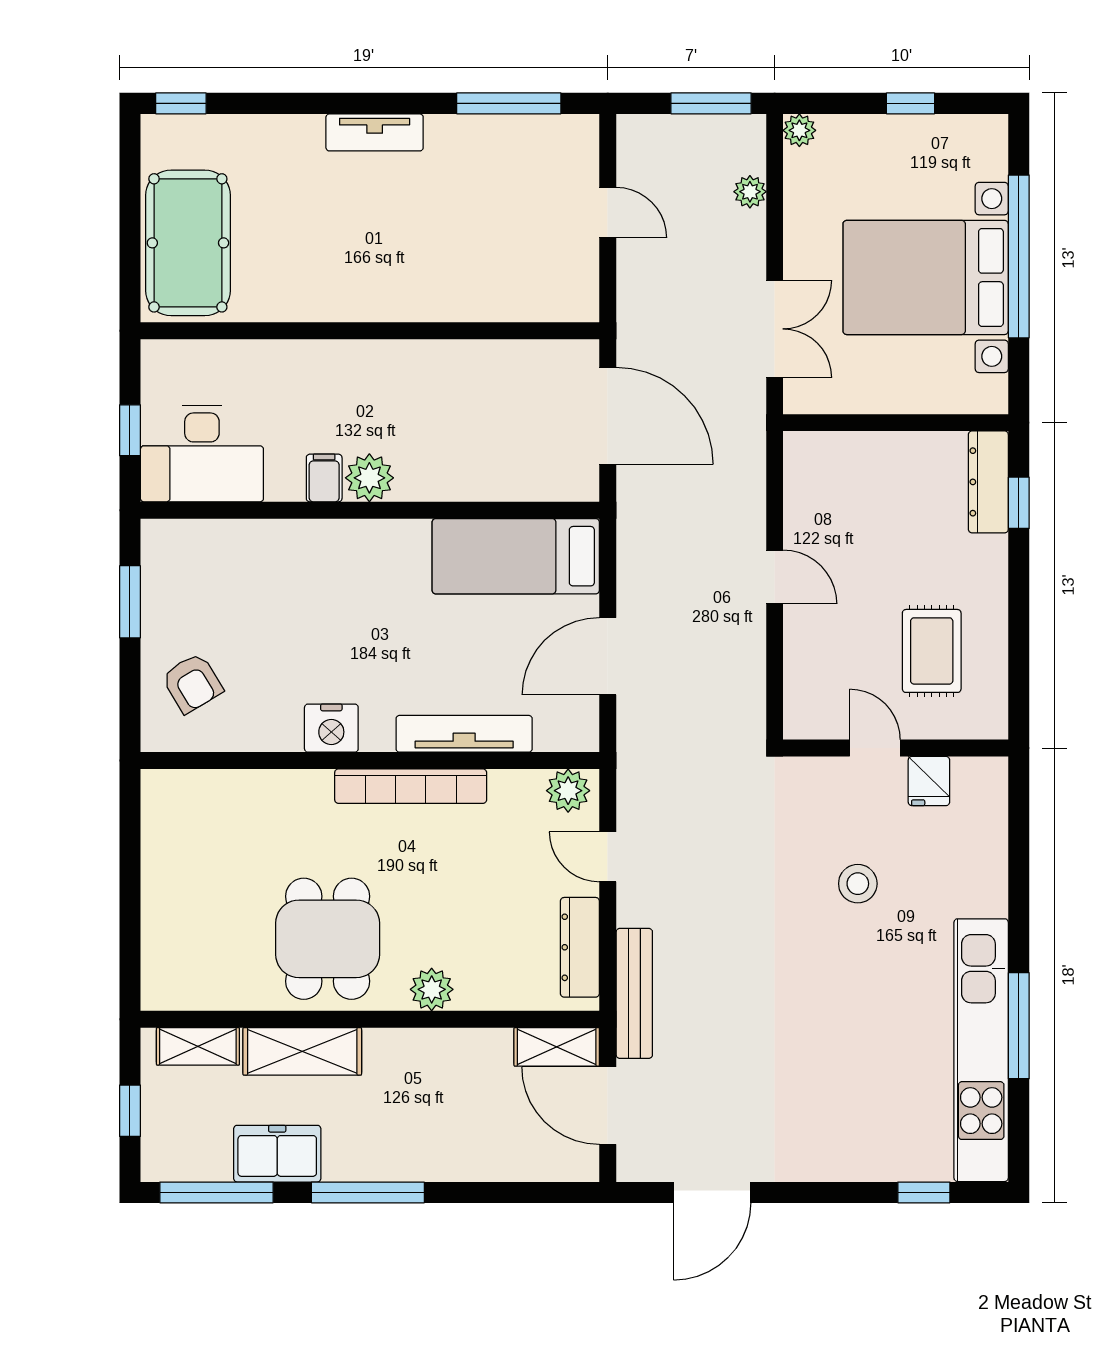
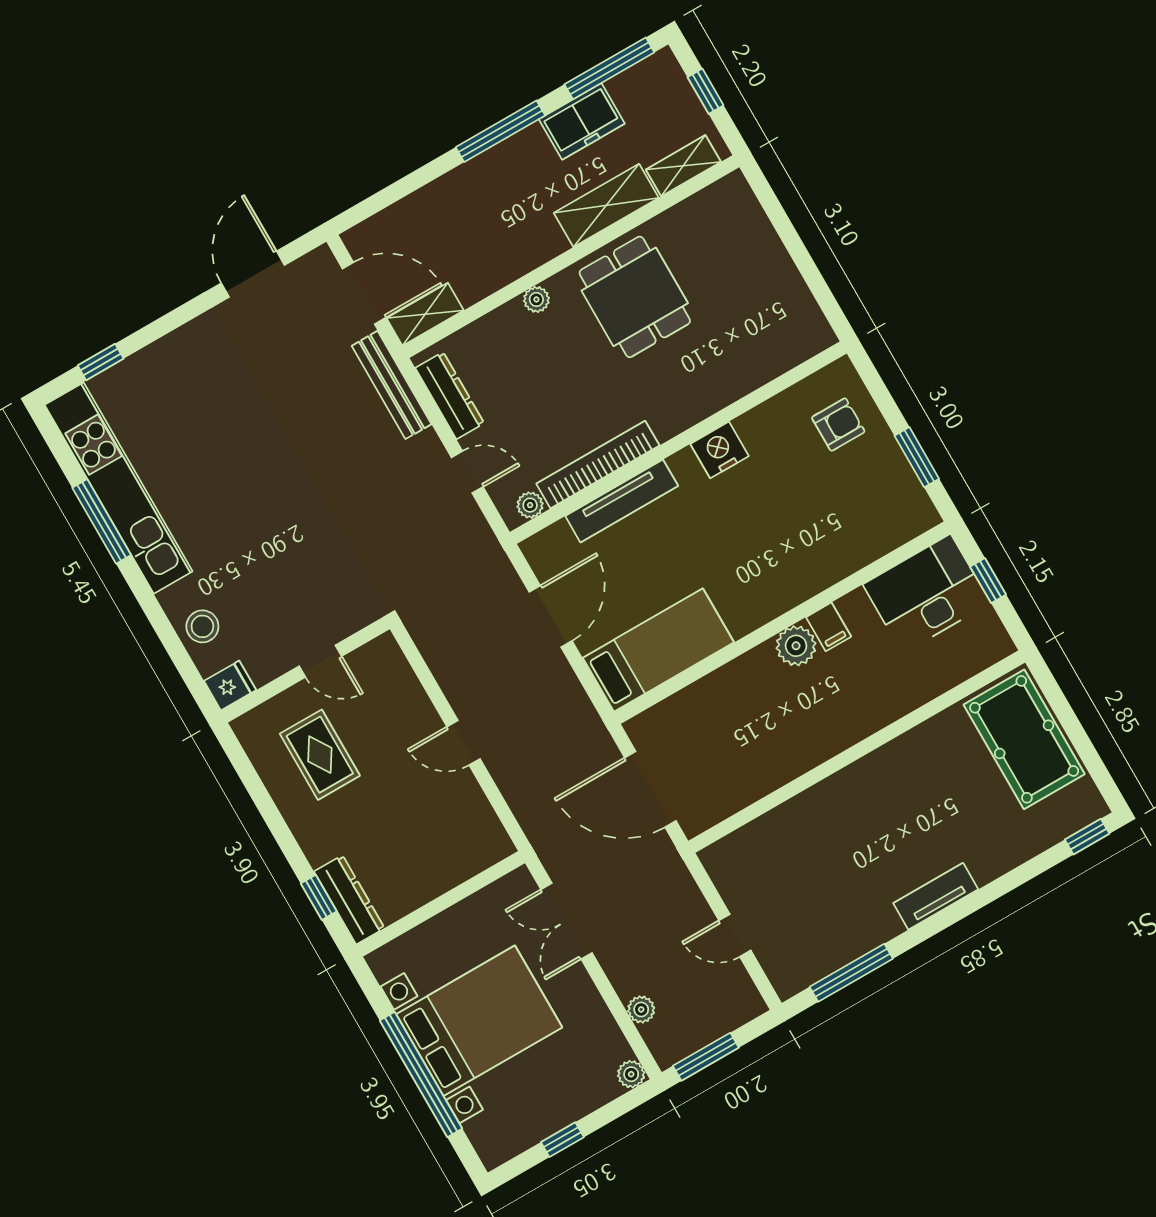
armchair: (192, 683) -> (838, 425), turned 121
fridge: (929, 781) -> (230, 686), moved, turned 90
bookcase: (411, 786) -> (598, 465), moved
plant: (568, 791) -> (530, 505), width x0.73, depth x0.73
stool: (858, 884) -> (202, 626), moved
plant: (432, 989) -> (536, 299), width x0.73, depth x0.73

